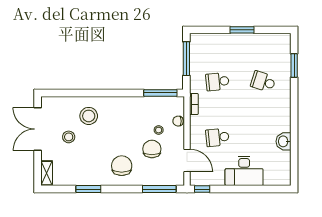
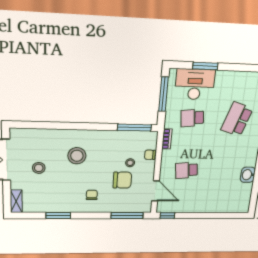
window: (242, 30) -> (205, 66), moved
school desk: (263, 82) -> (237, 119), width x1.85
stool: (89, 116) -> (77, 156), moved
chair: (152, 149) -> (122, 180), turned 90
chair: (122, 166) -> (92, 195), width x0.54, depth x0.54
desk: (244, 171) -> (195, 84), moved, turned 180

